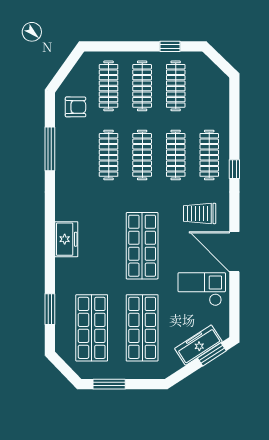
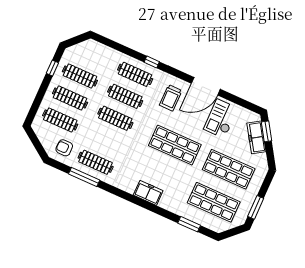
armchair: (76, 107) -> (64, 148), turned -90
clothes rail: (109, 155) -> (96, 162), moved

